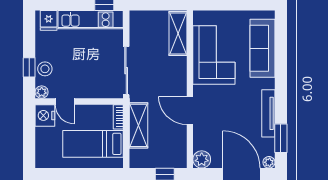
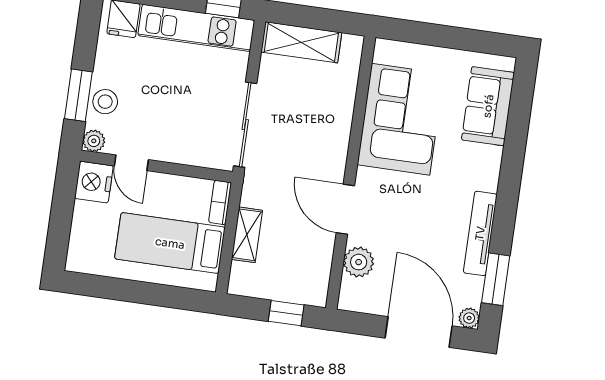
shelving: (178, 34) -> (301, 42), moved, turned 90
sofa: (262, 48) -> (488, 106), width x0.73
window: (29, 67) -> (78, 95), width x1.50
shelving: (138, 125) -> (247, 235), width x0.67, depth x0.75
plant: (202, 159) -> (359, 262), moved

